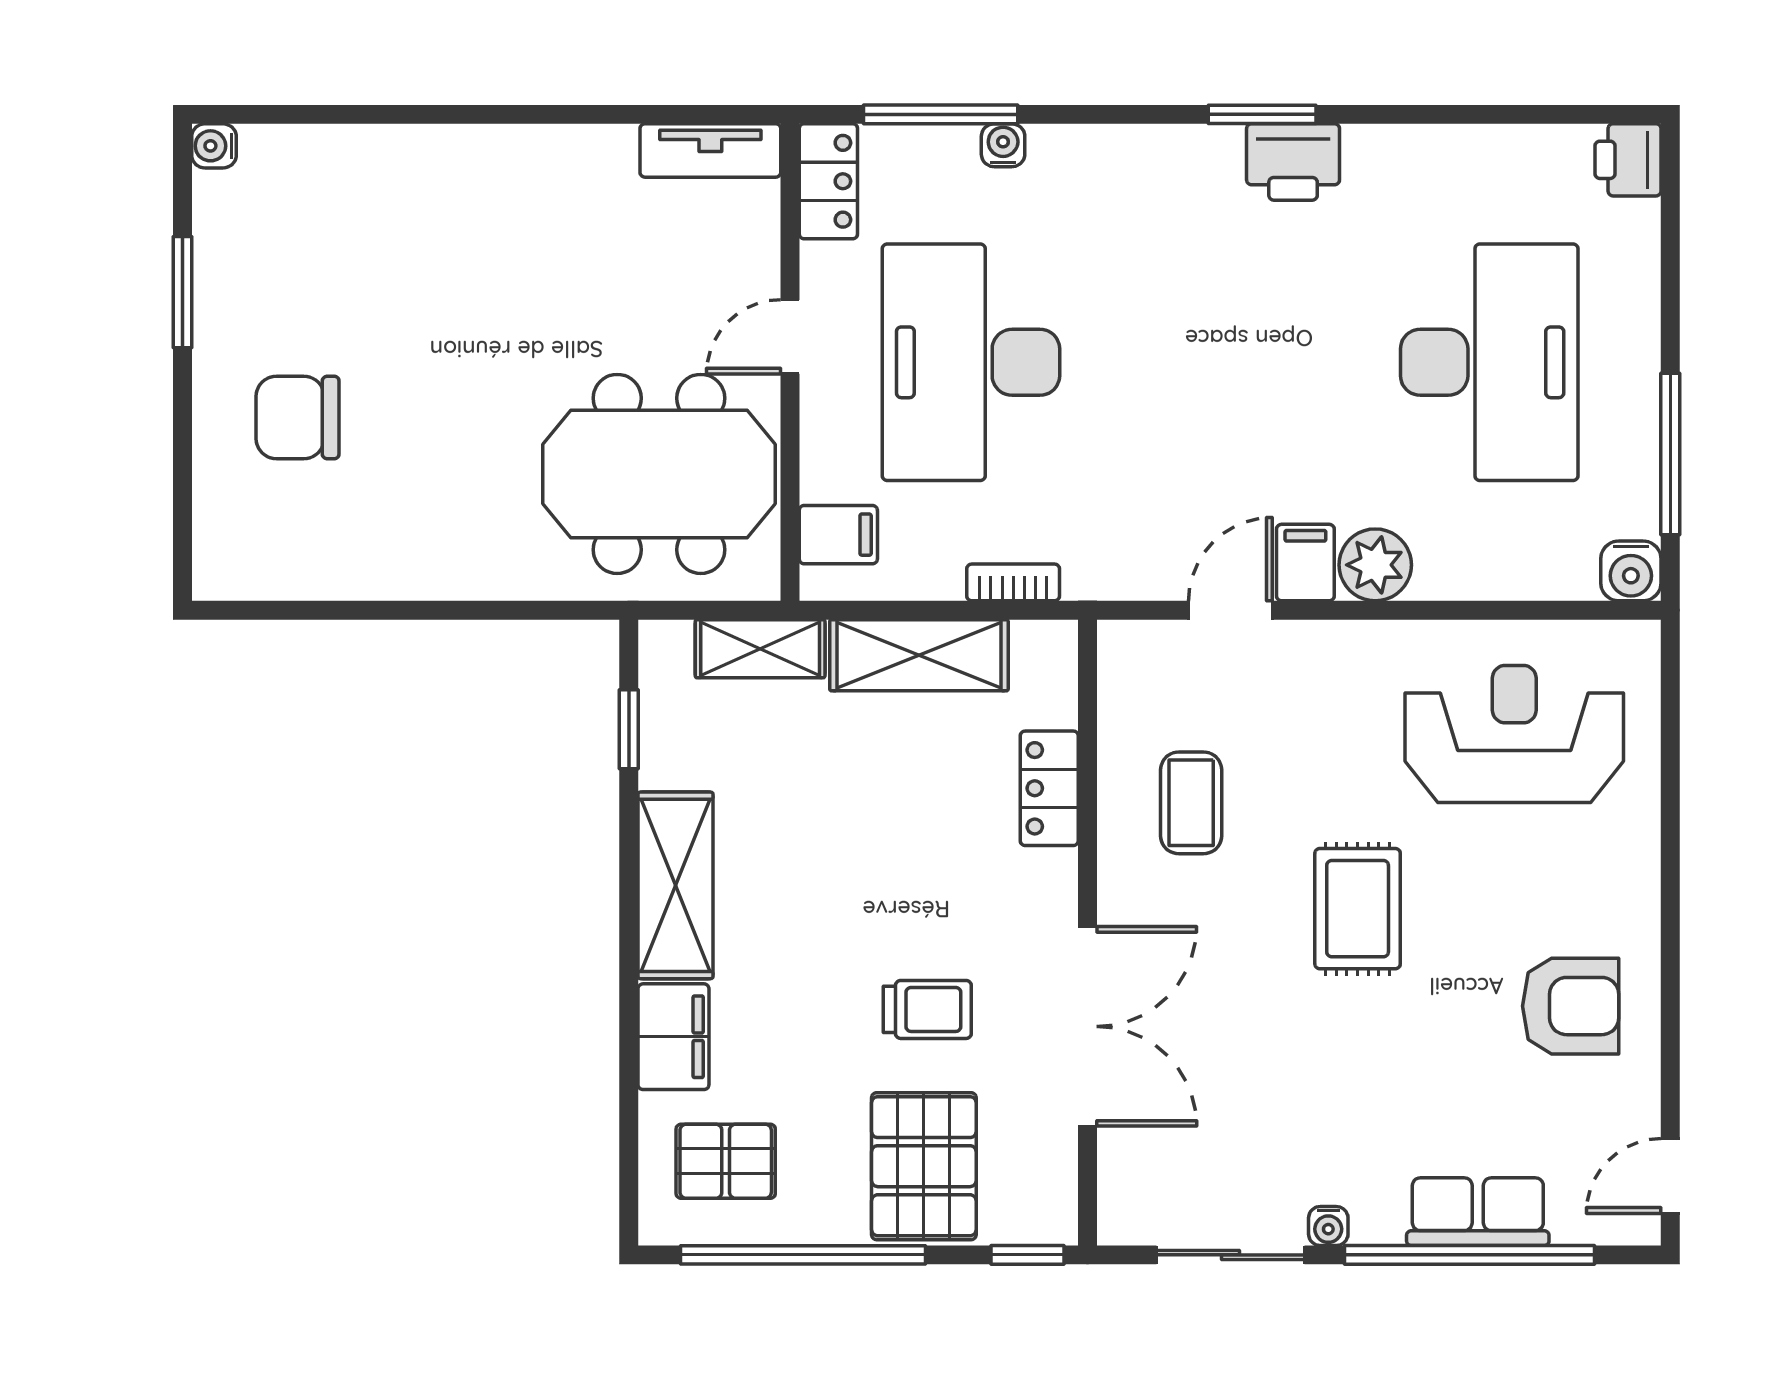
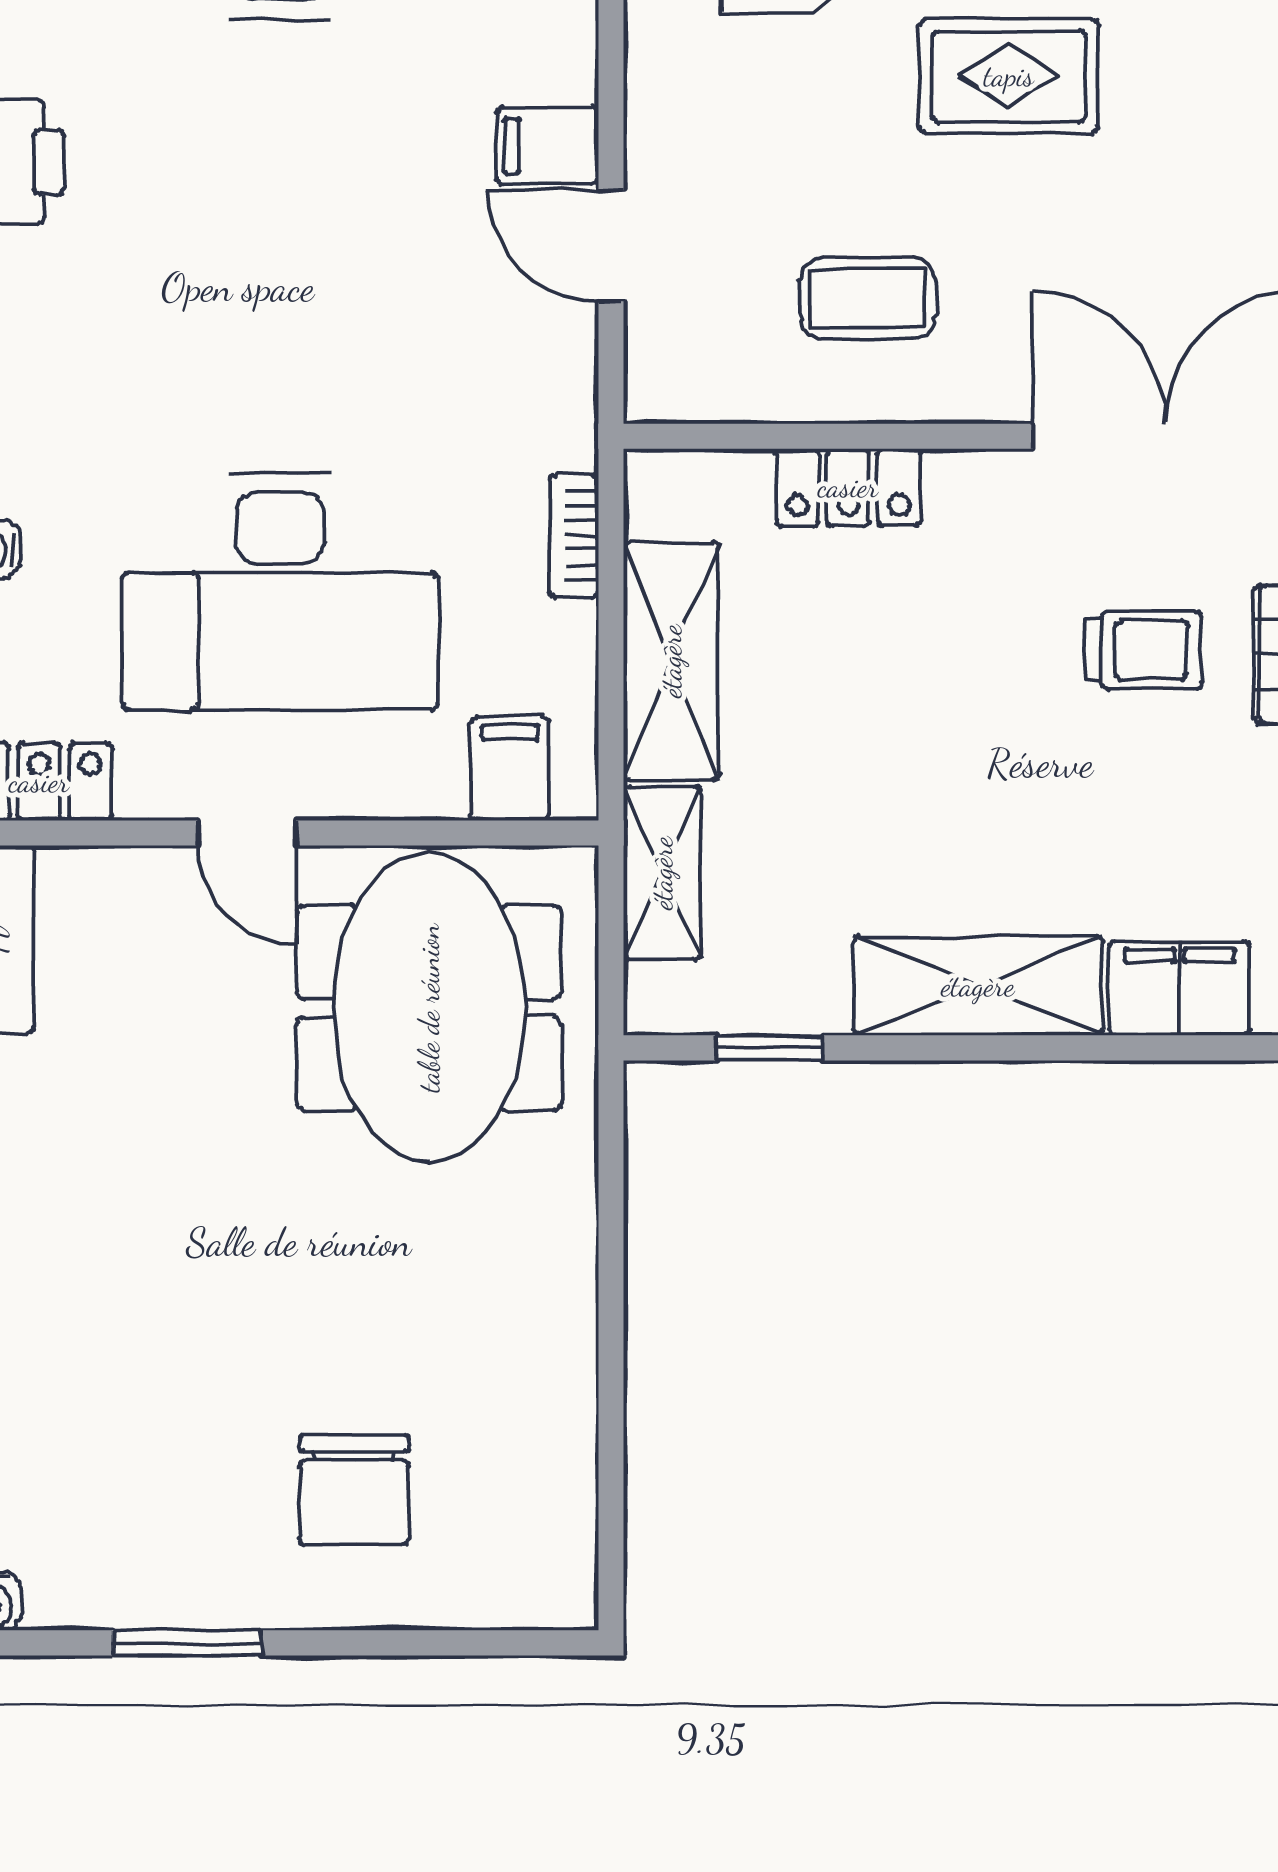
plant: (1375, 565) -> (550, 53), removed
trolley: (927, 1009) -> (1143, 650), turned 90

